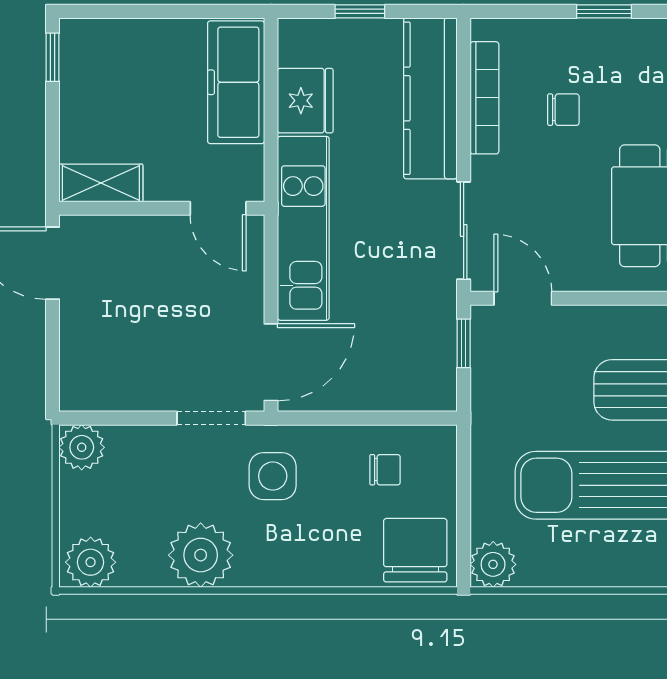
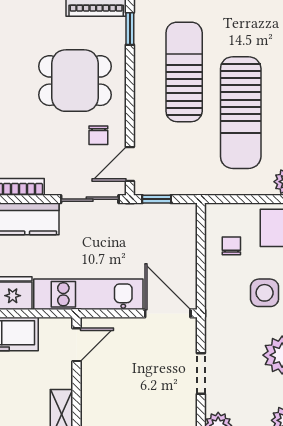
chair: (563, 110) -> (98, 135), moved, turned 180
doorway: (211, 418) -> (201, 373), moved
side table: (273, 476) -> (265, 293), moved

